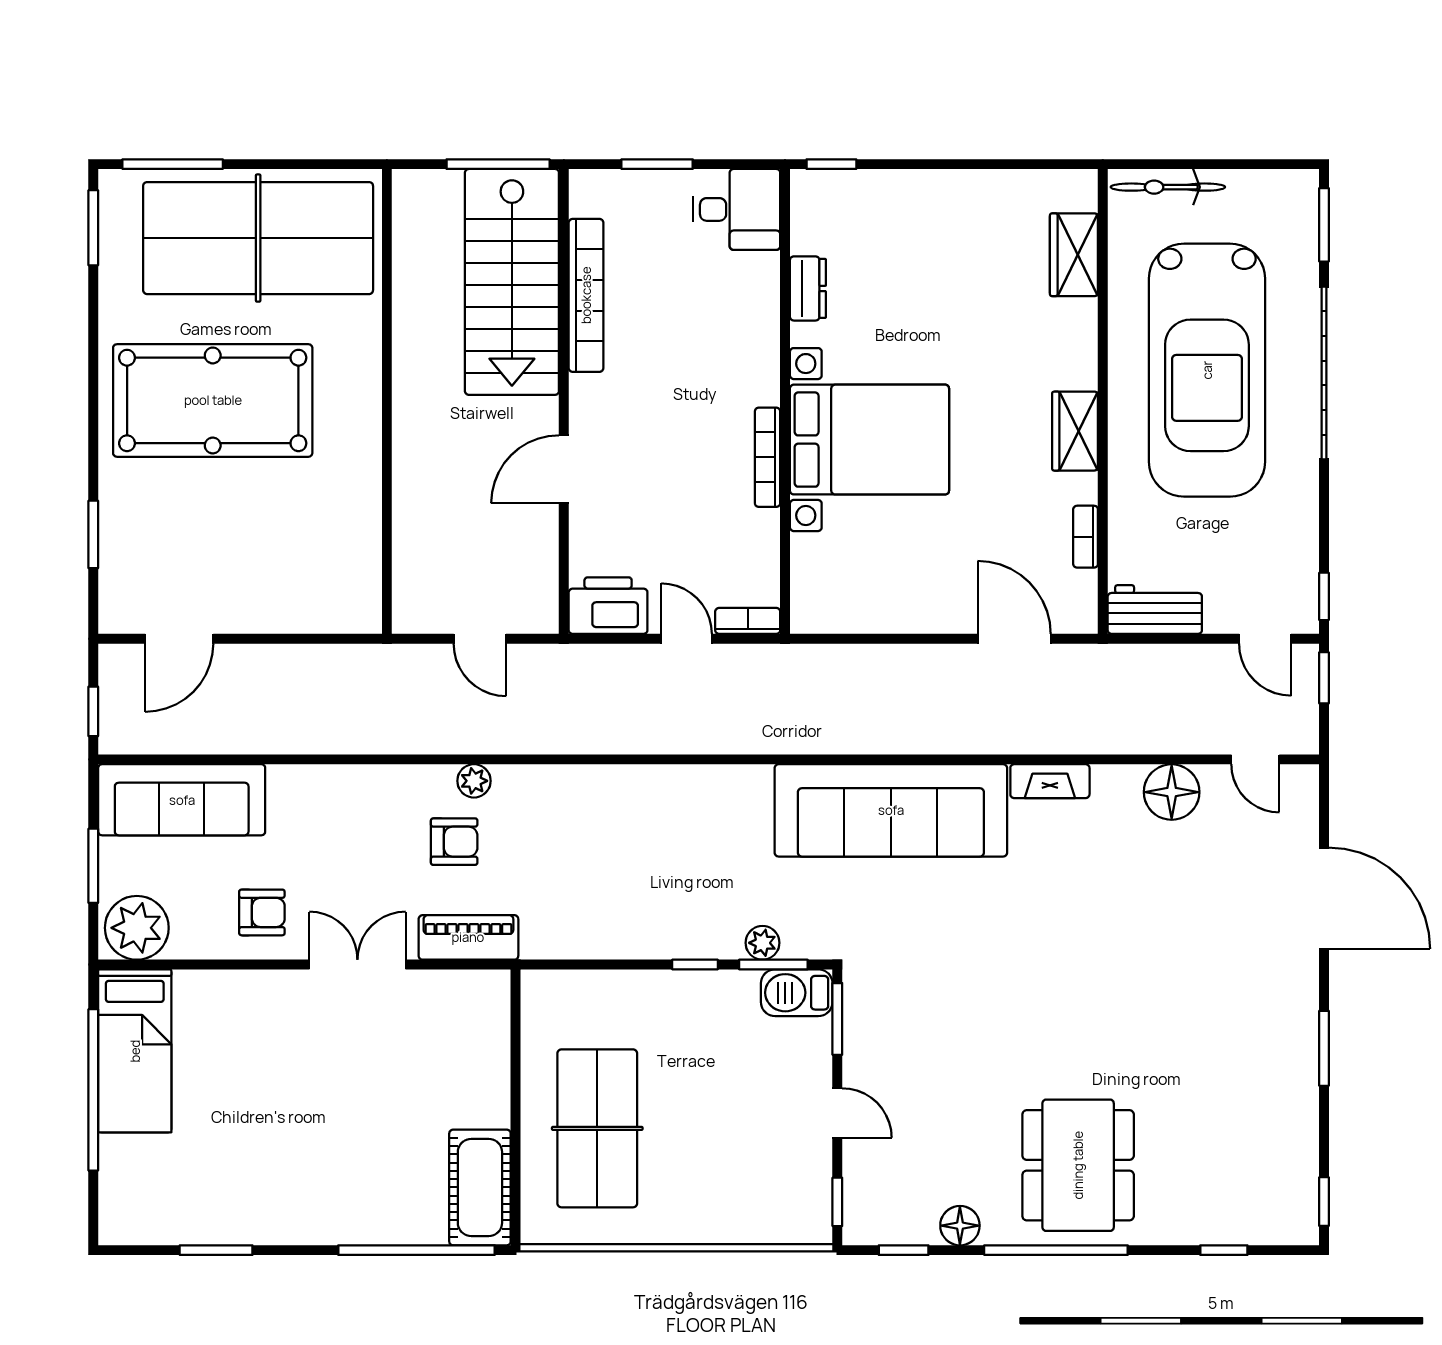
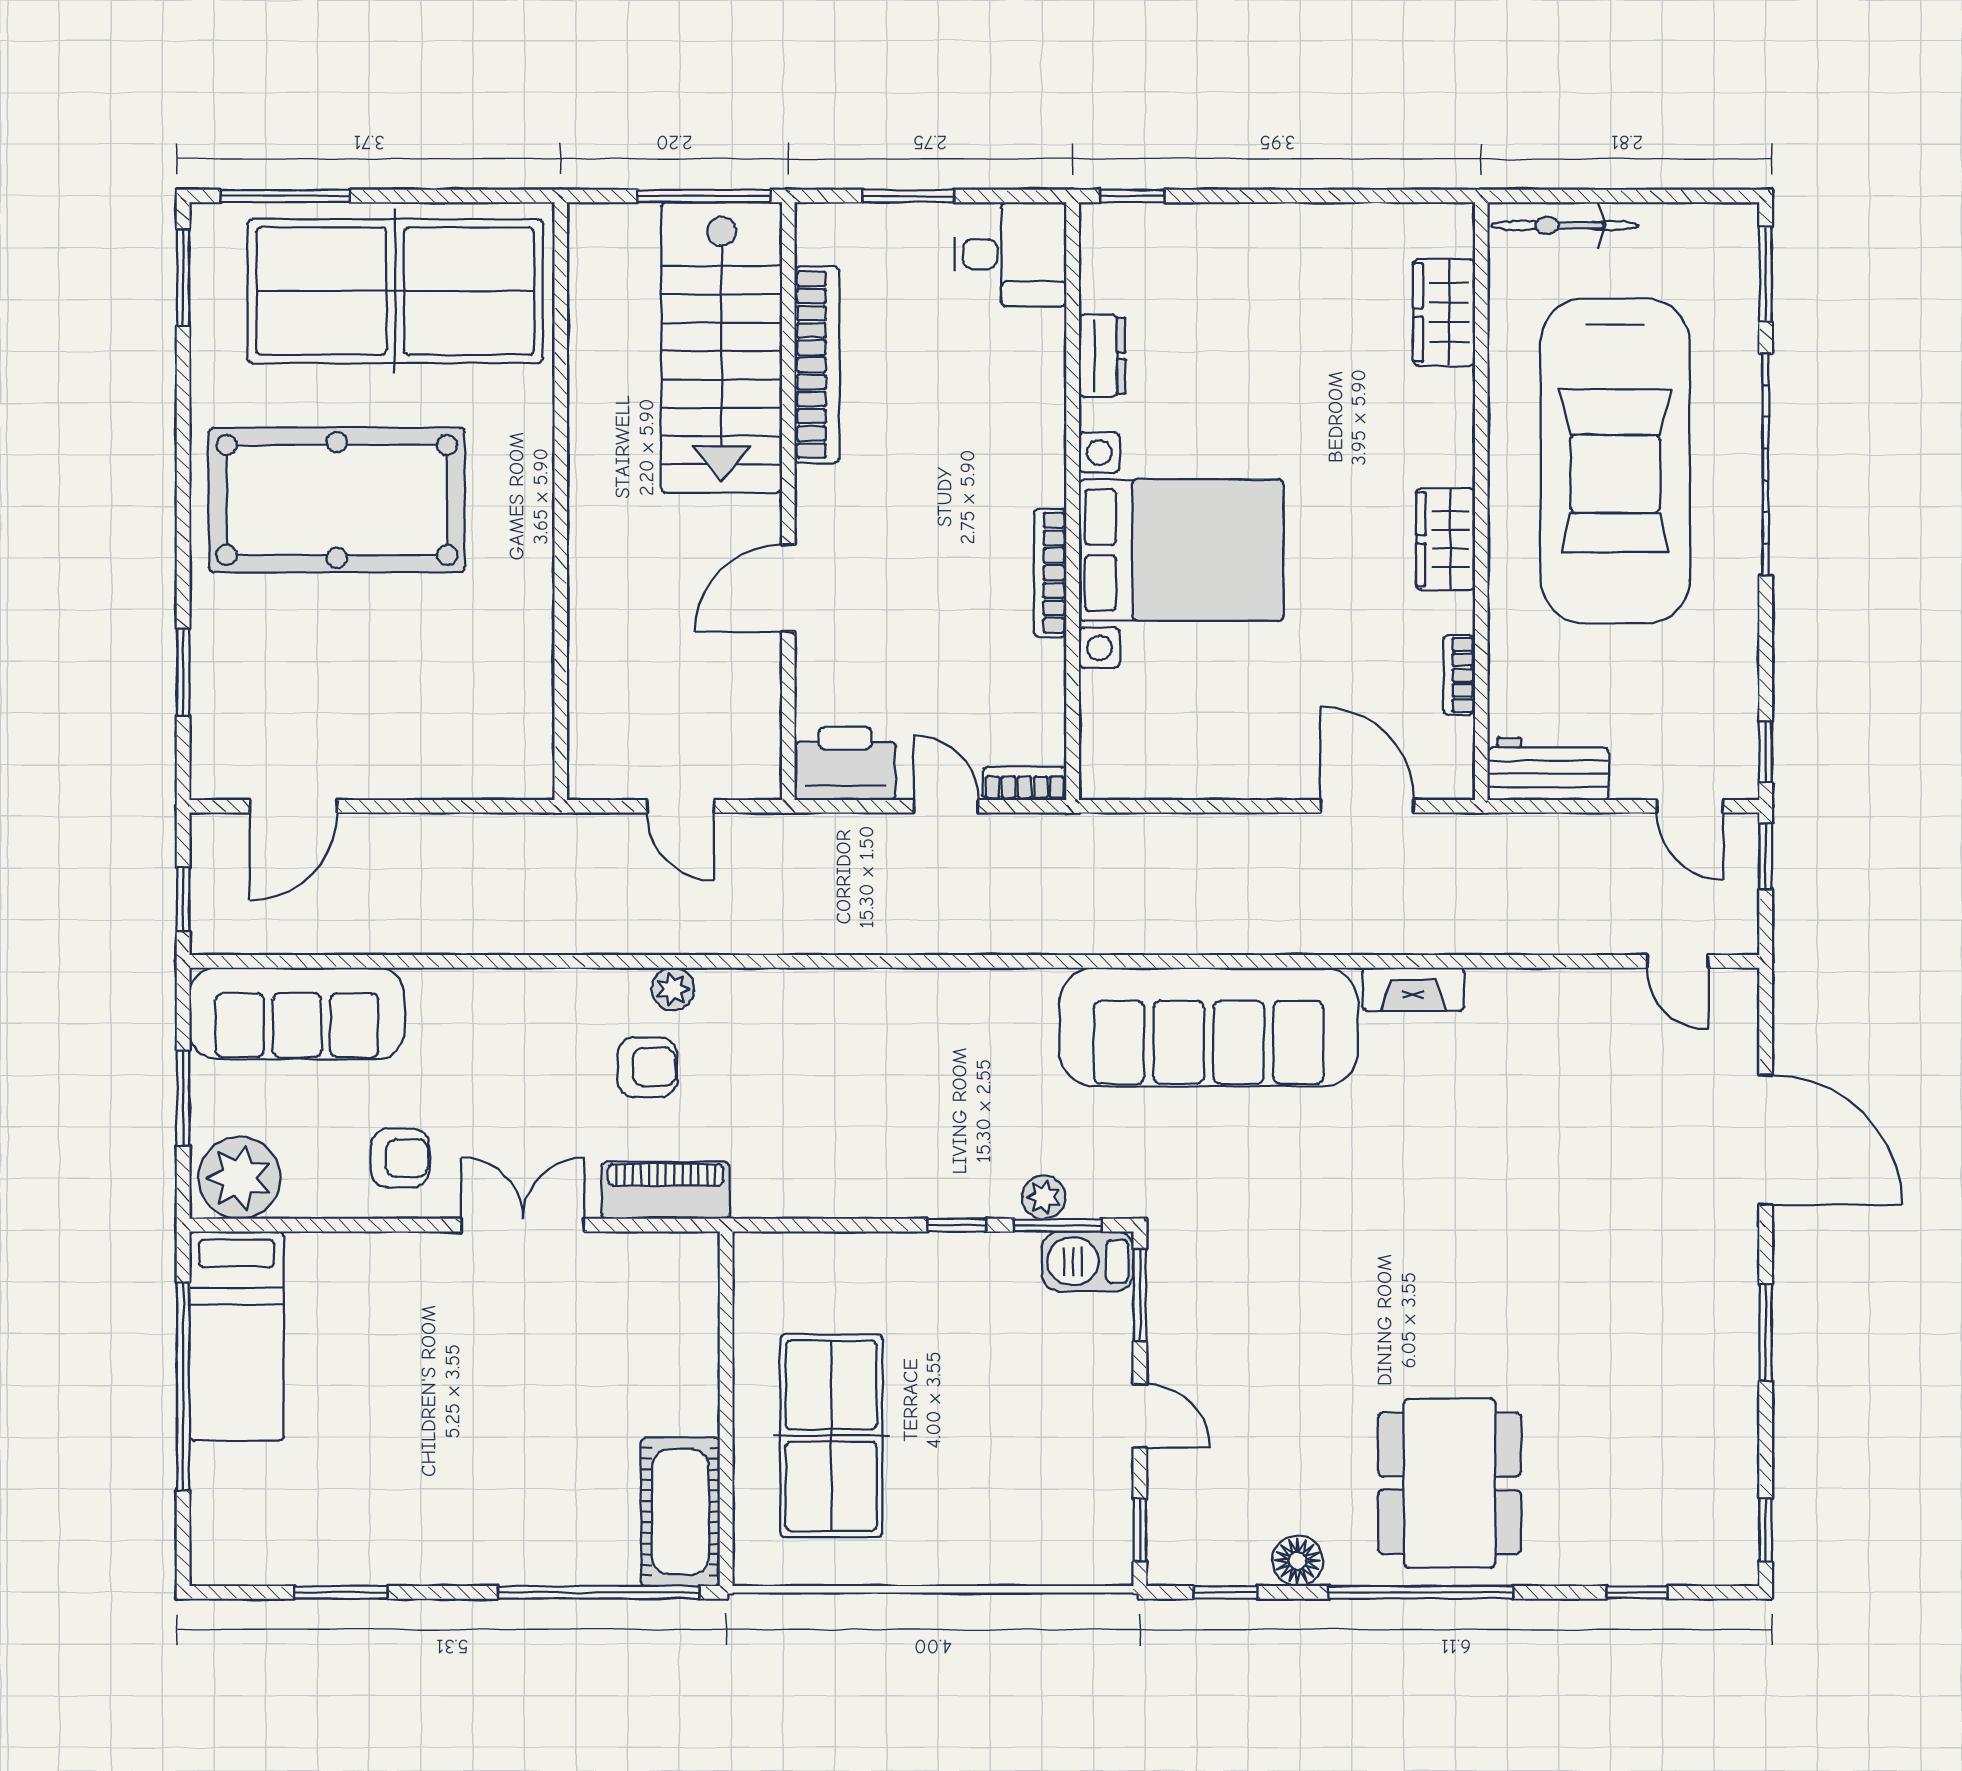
floor lamp: (1172, 792) -> (1570, 1003), removed

